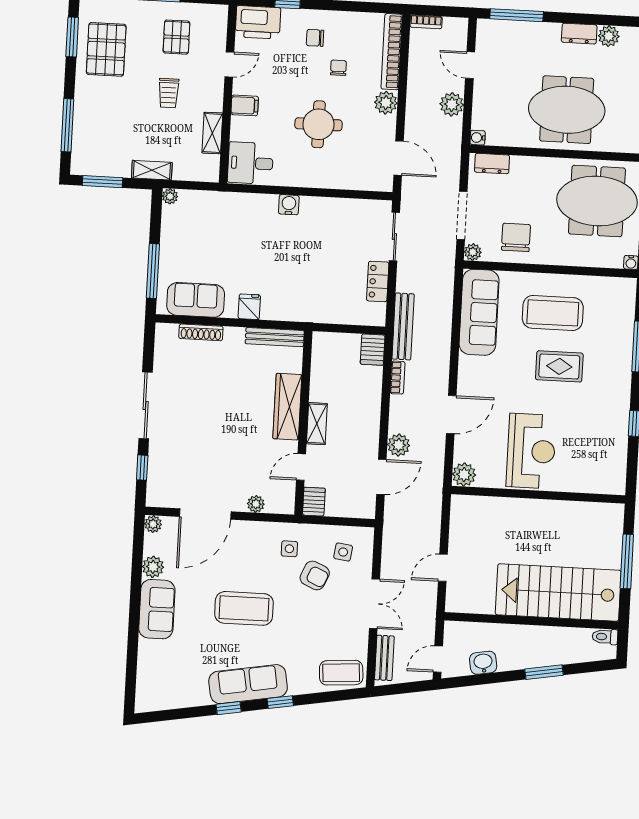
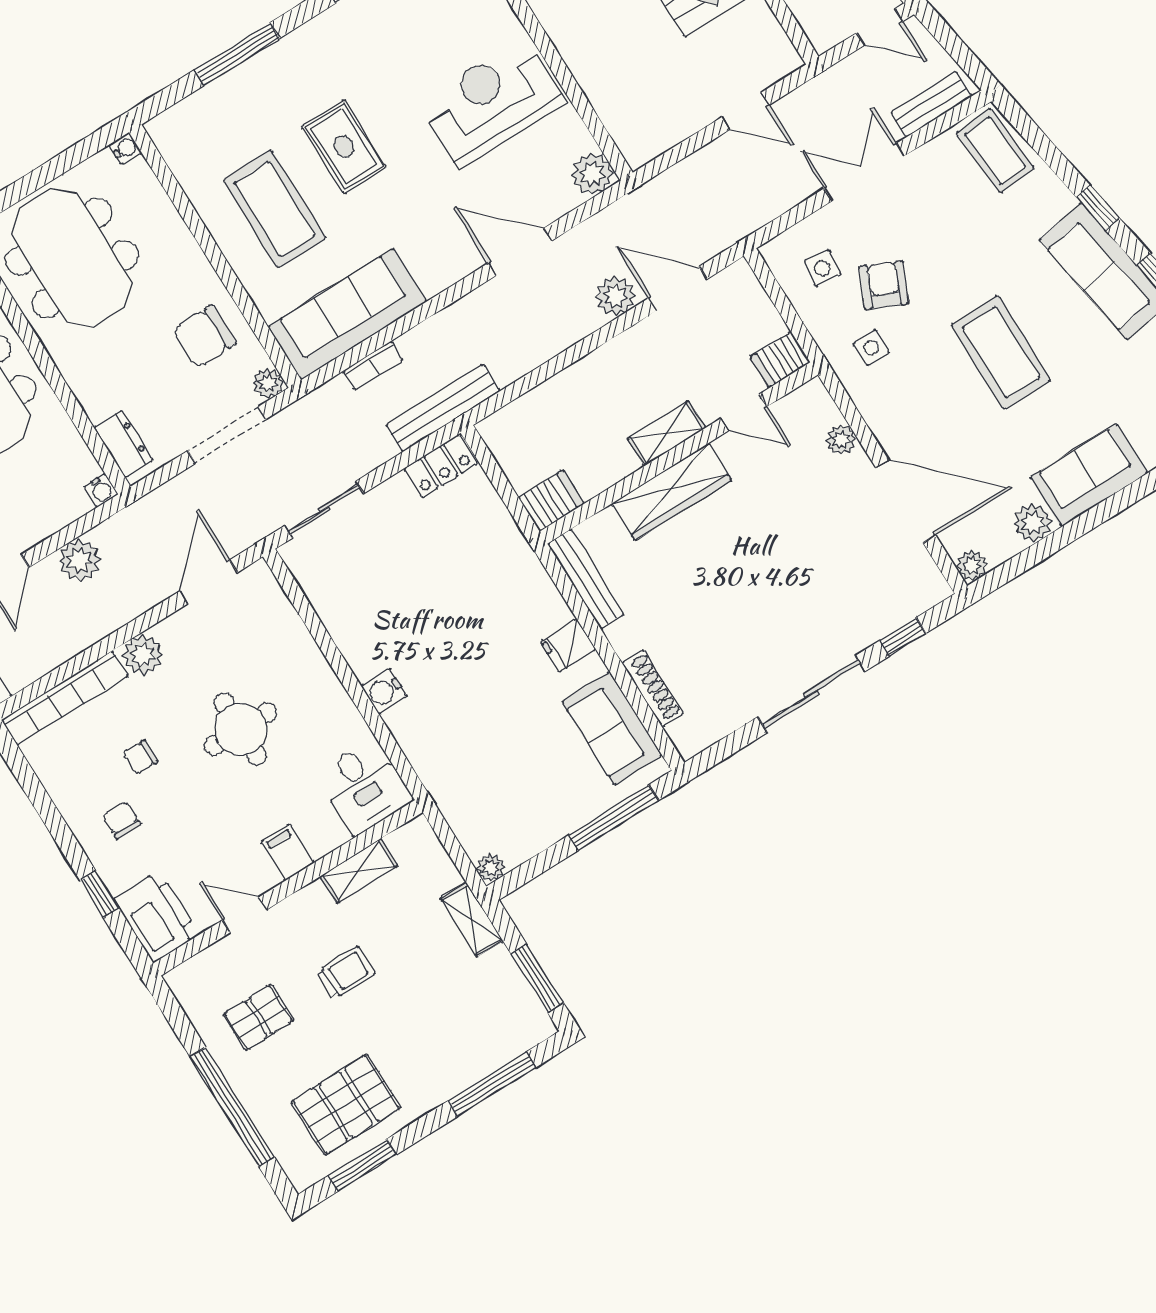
chair: (315, 38) -> (122, 820), turned 180
locker: (378, 281) -> (441, 466), moved
server rack: (373, 350) -> (551, 501), moved
bookcase: (398, 378) -> (373, 366), moved, turned 180

